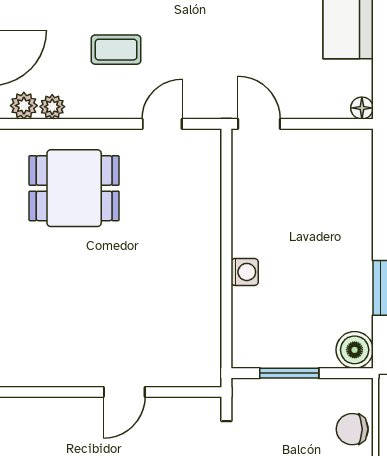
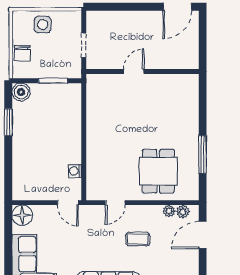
floor lamp: (362, 108) -> (22, 215), width x1.89, depth x1.89
dining table: (74, 188) -> (158, 171), turned 90
washing machine: (245, 272) -> (75, 171), moved
chair: (352, 429) -> (22, 53), turned 90

